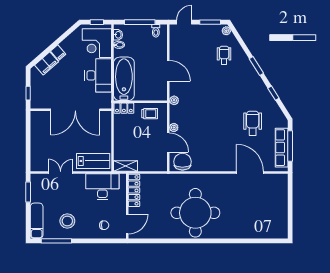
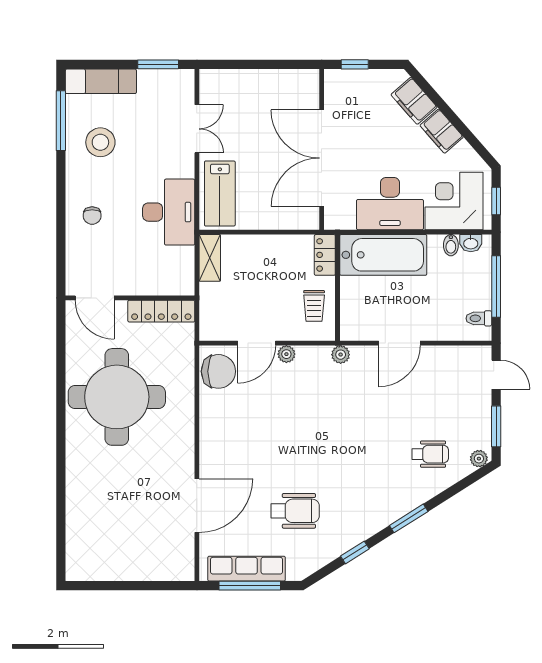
filing cabinet: (58, 53) -> (442, 131), width x2.00
locker: (134, 190) -> (161, 311), moved
wall: (127, 206) -> (130, 298), moved
door: (127, 224) -> (95, 298), moved

